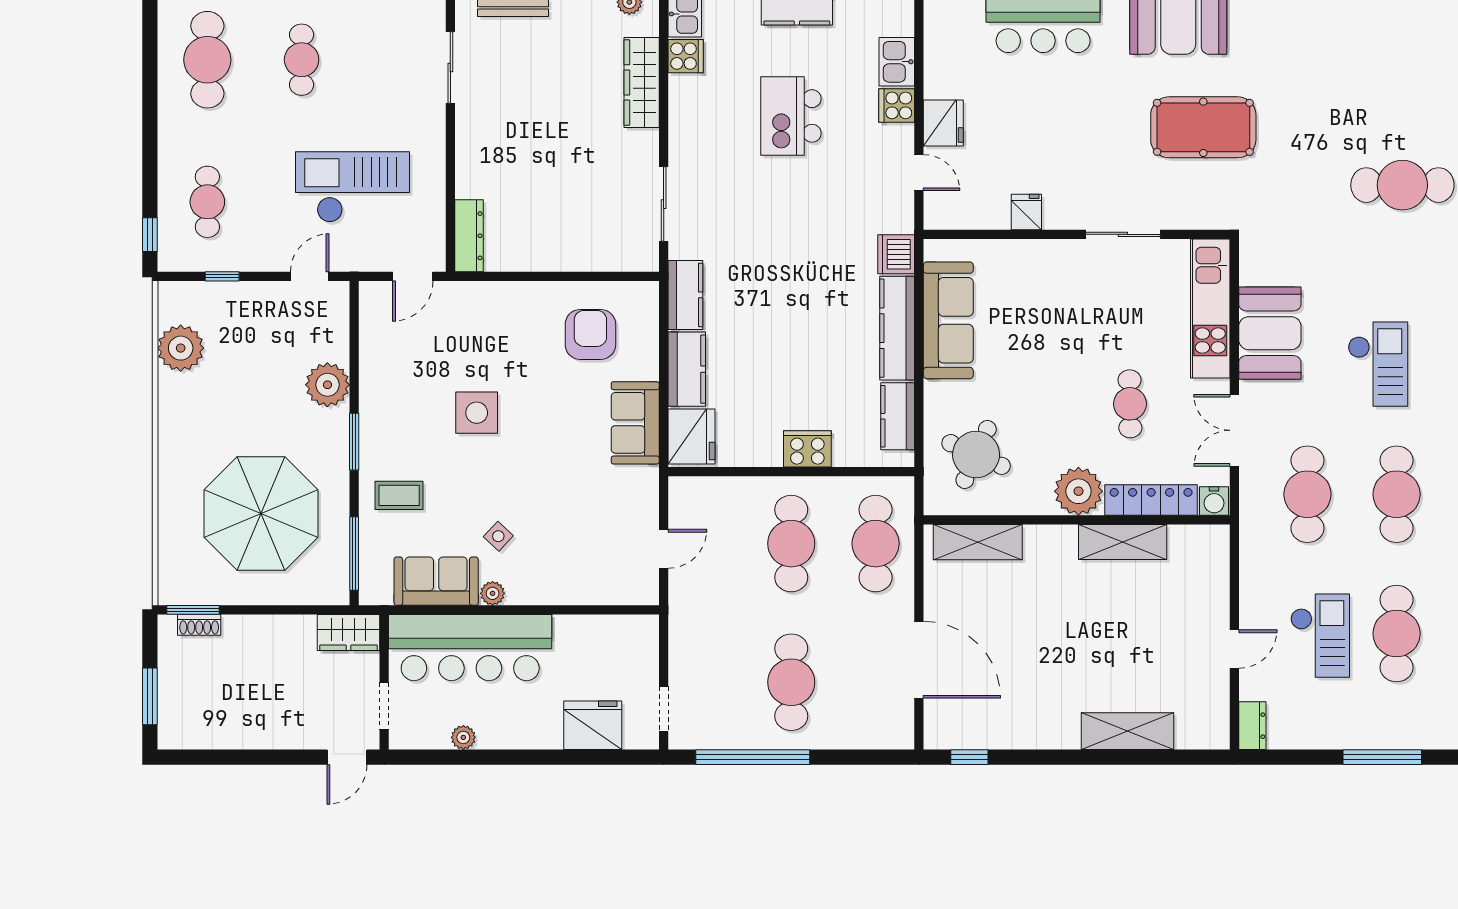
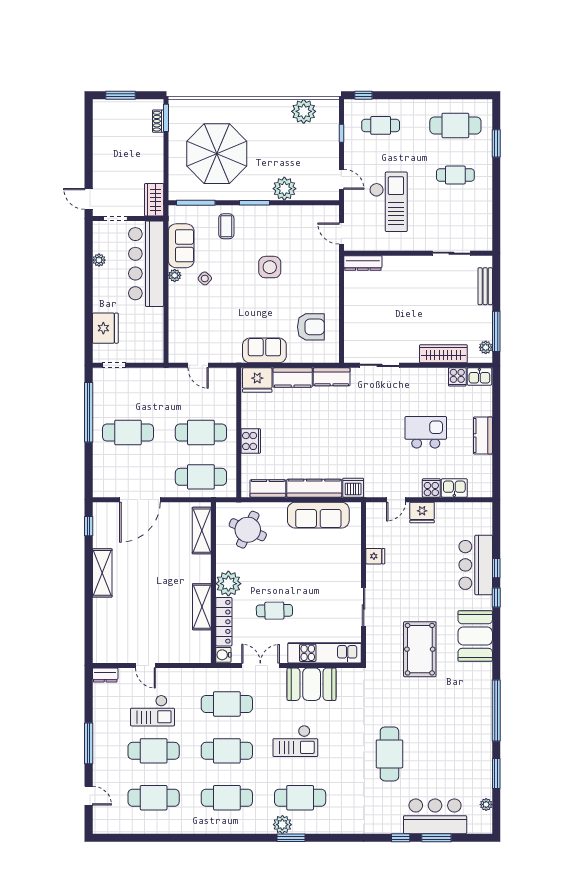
shelving: (1128, 731) -> (102, 573), moved

